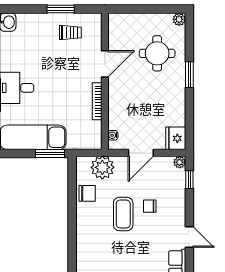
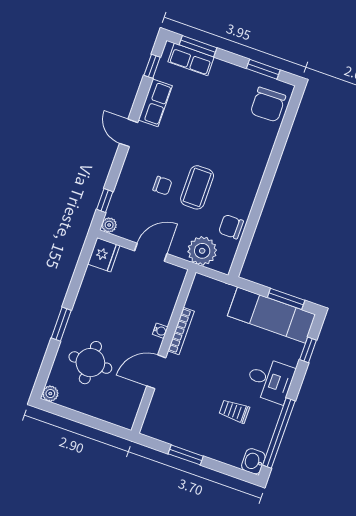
trolley: (70, 33) -> (234, 411), moved
water cooler: (113, 135) -> (160, 331), moved
window: (50, 154) -> (286, 299), moved

